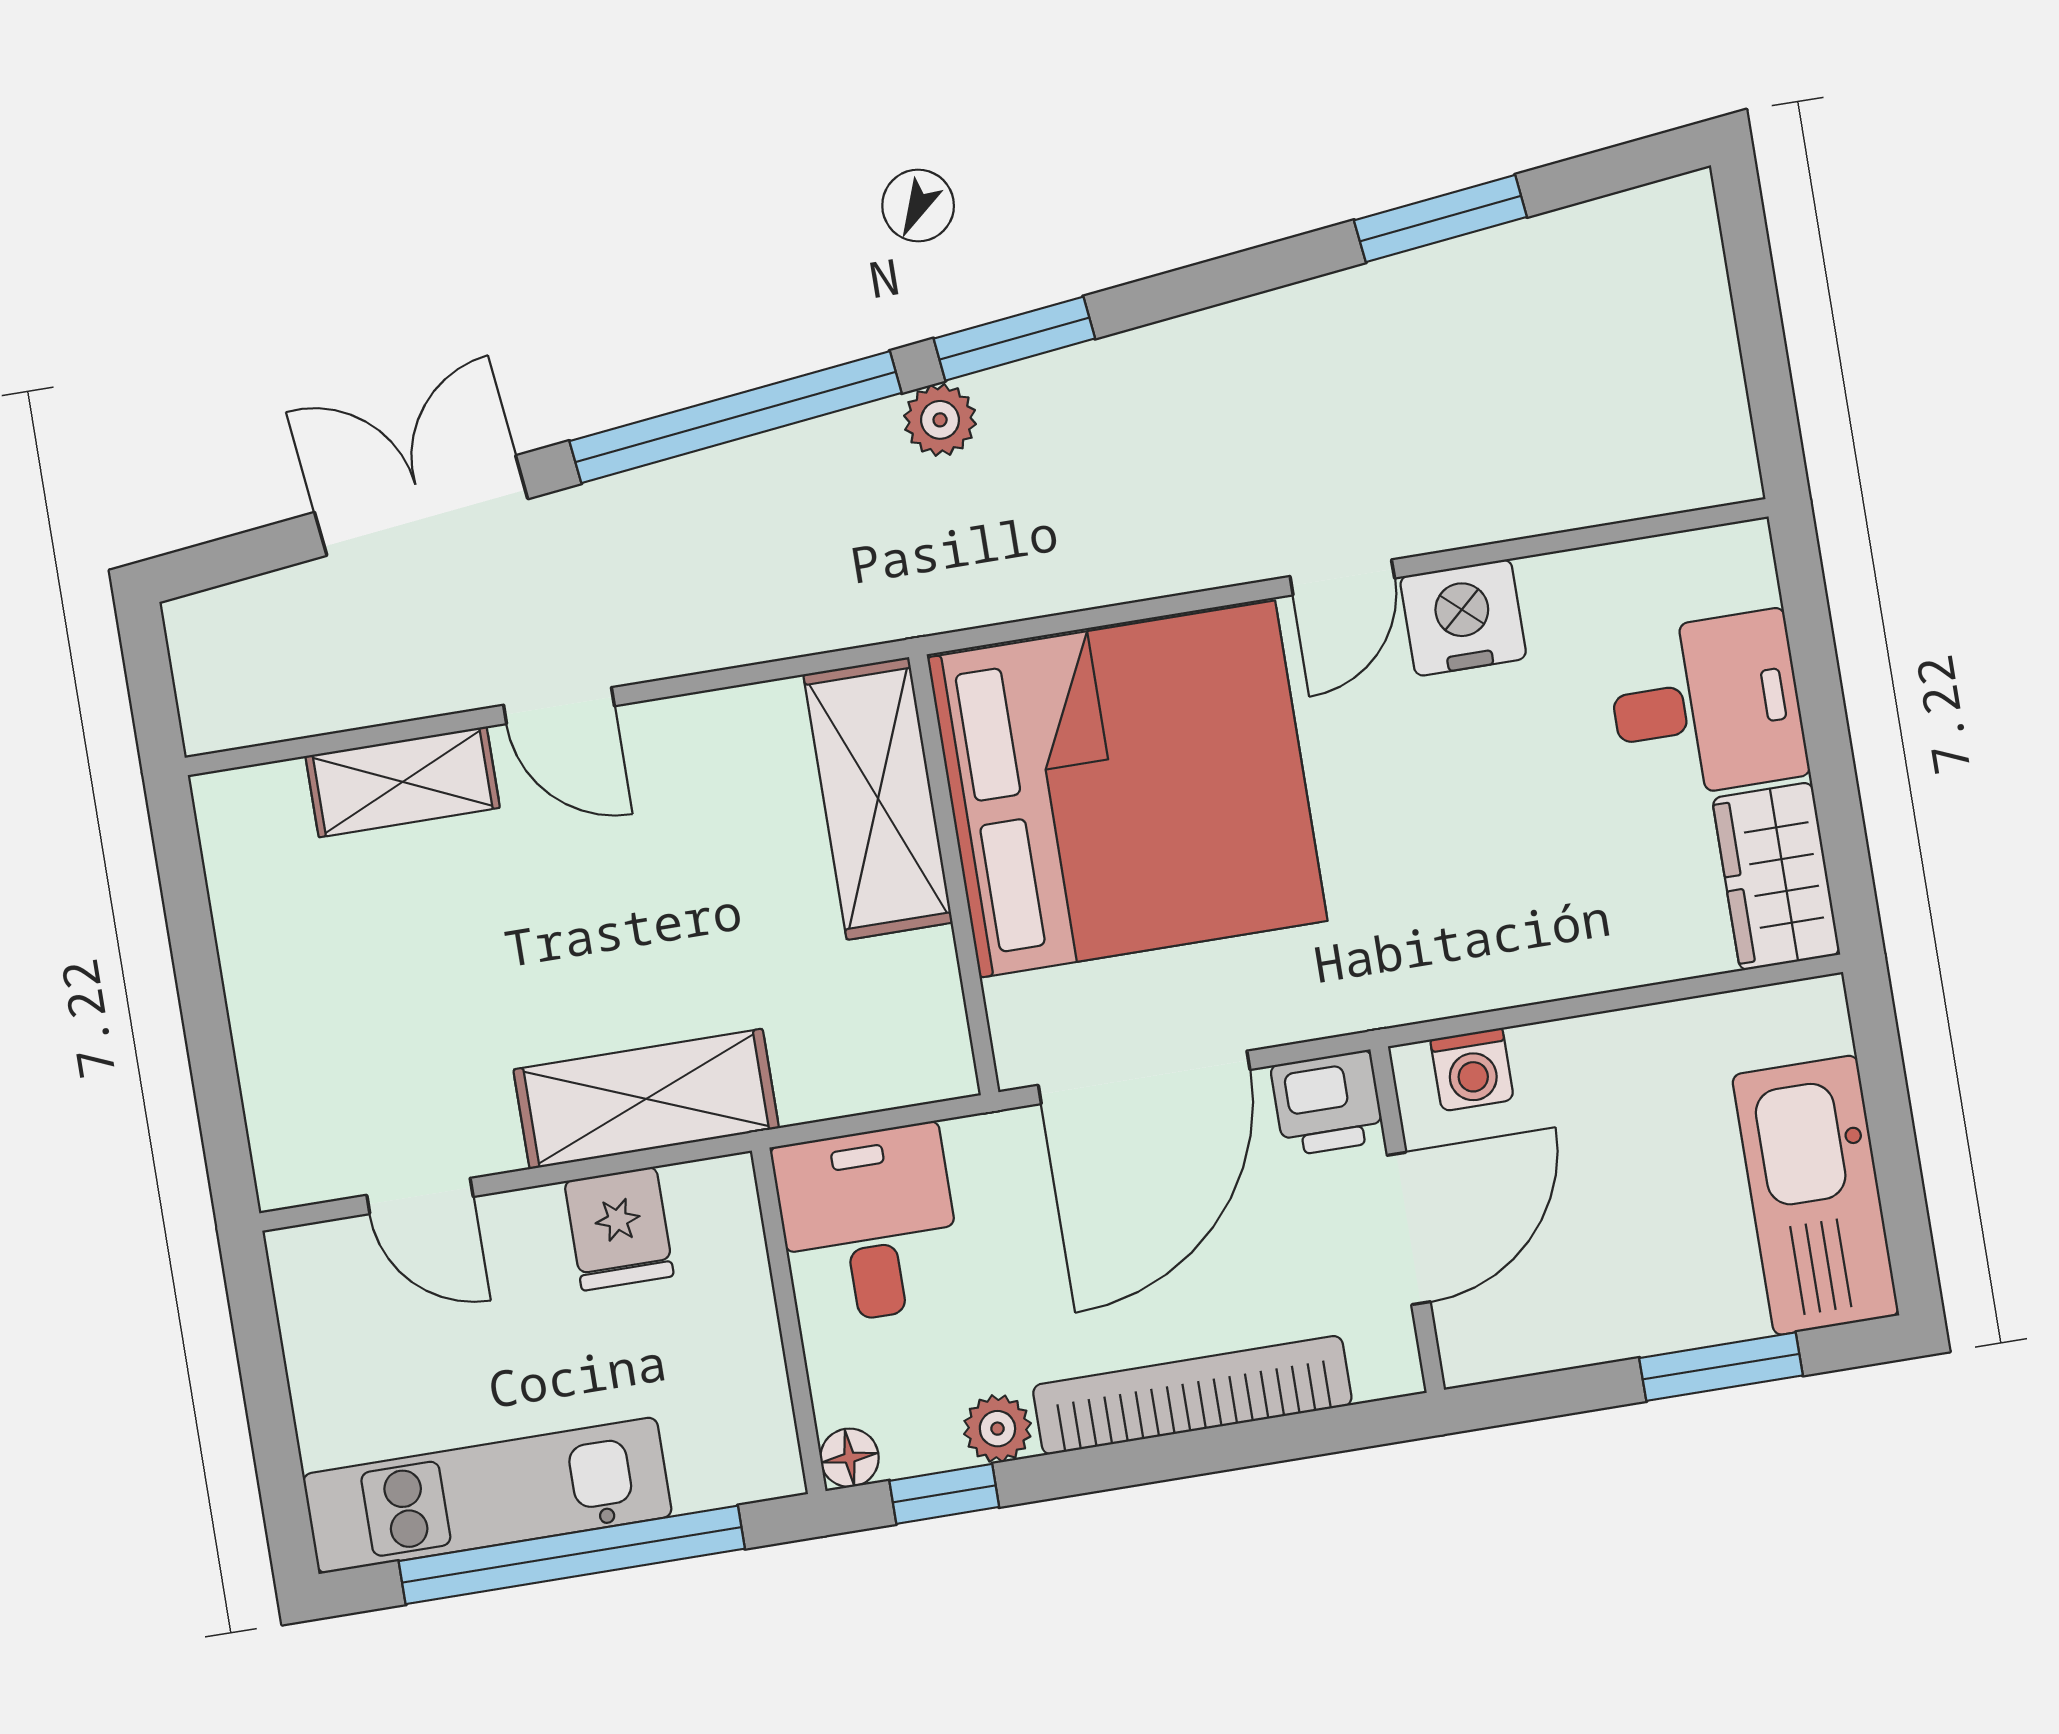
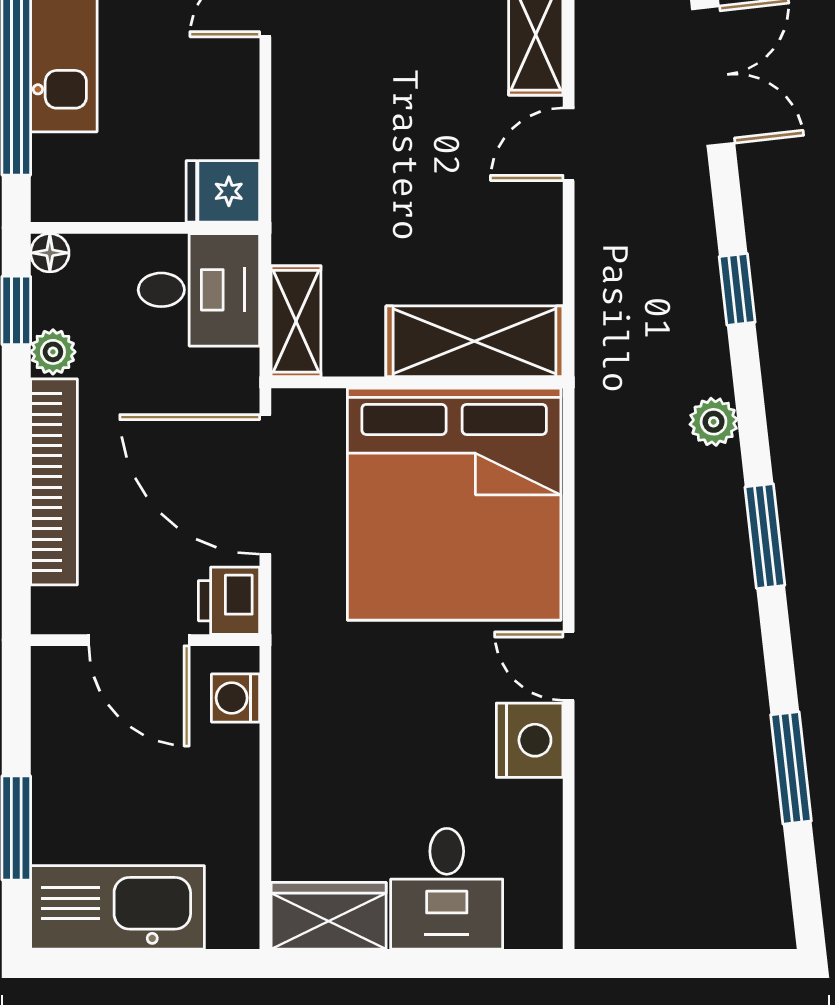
window: (1014, 339) -> (765, 536), moved
window: (736, 417) -> (737, 289), width x0.32
shelving: (646, 1099) -> (296, 321), moved, width x0.67, depth x0.75
fridge: (619, 1229) -> (223, 191), moved

